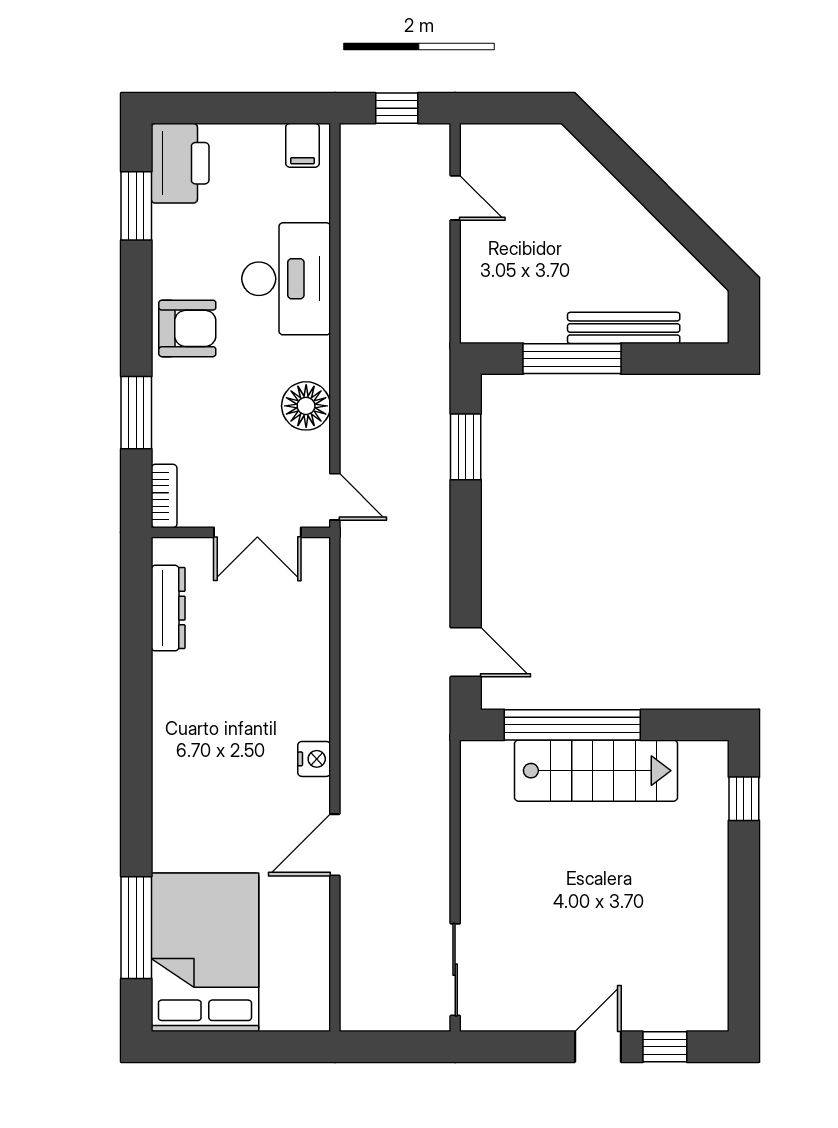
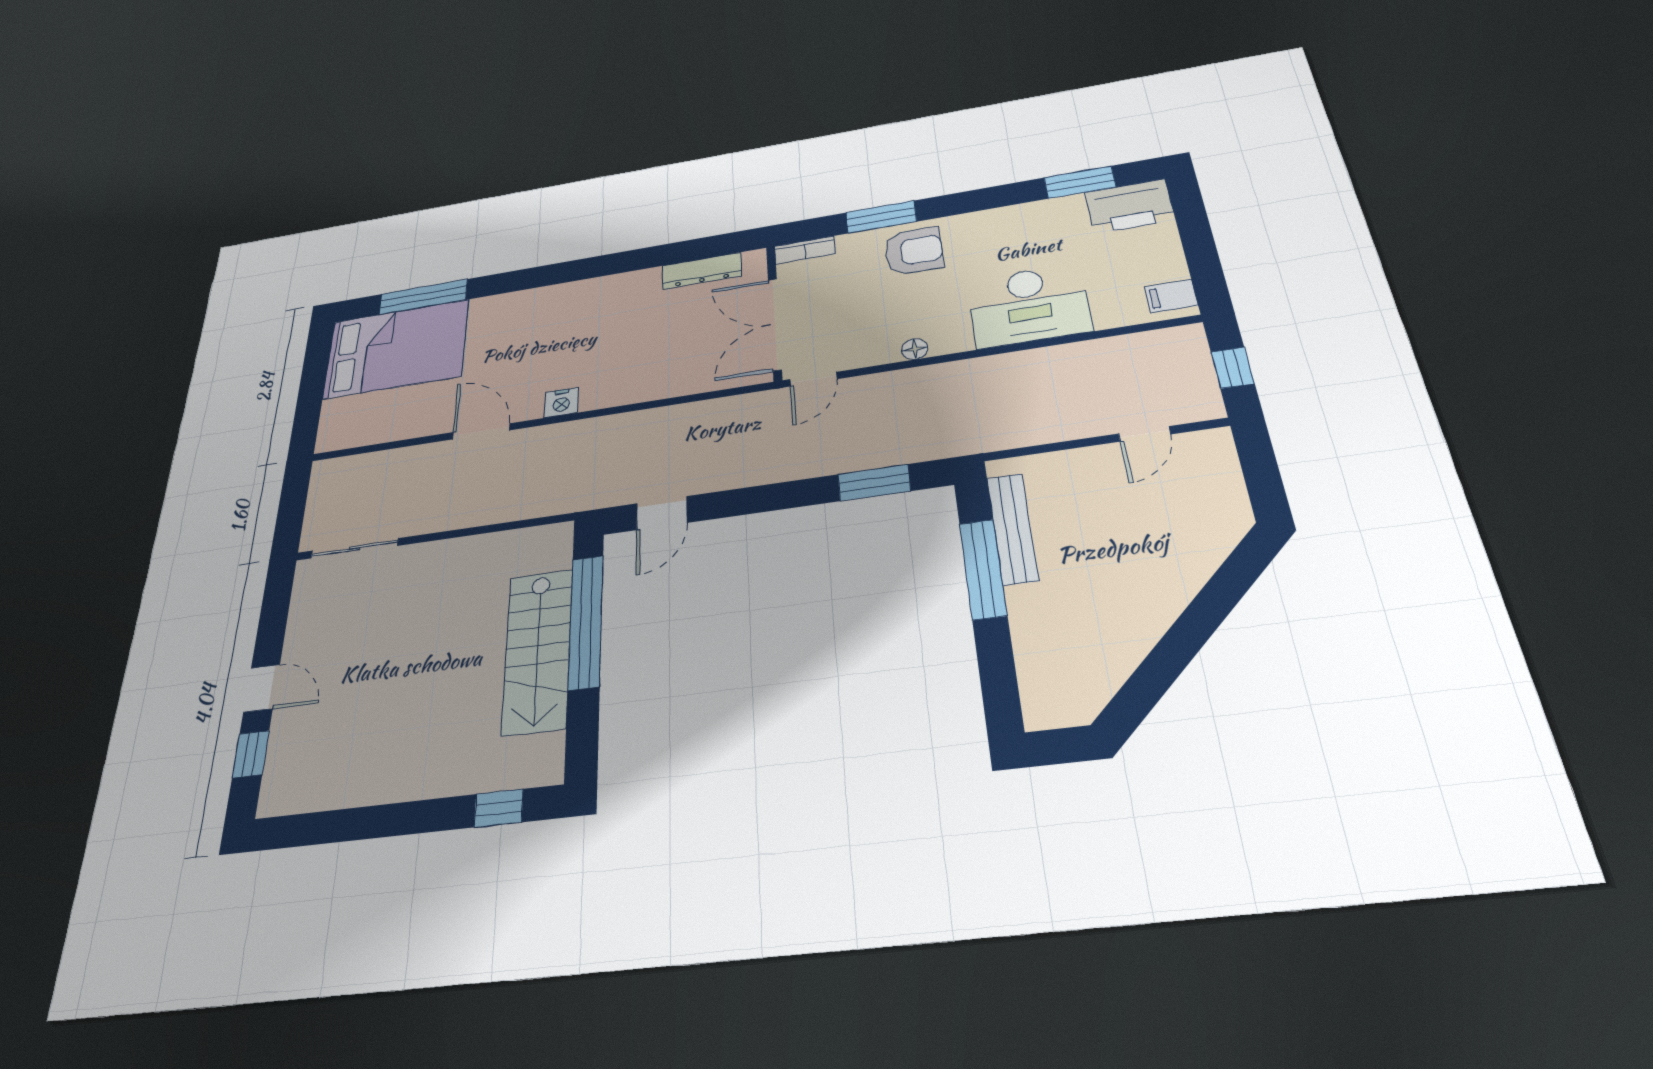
armchair: (187, 328) -> (914, 251), moved, turned -90
bench: (624, 328) -> (1012, 529), moved
floor lamp: (306, 406) -> (915, 349), width x0.53, depth x0.53
double door: (257, 532) -> (775, 324), width x1.37

